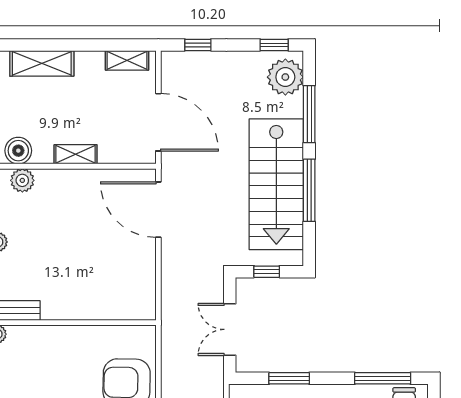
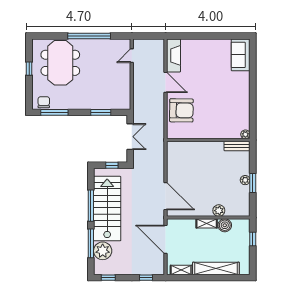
shelving: (42, 63) -> (216, 269), width x1.47
plant: (285, 77) -> (103, 251), moved
boiler: (18, 151) -> (225, 225), moved
plant: (22, 180) -> (219, 211), moved

